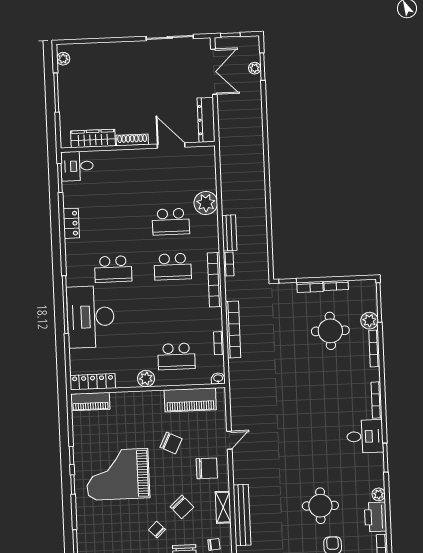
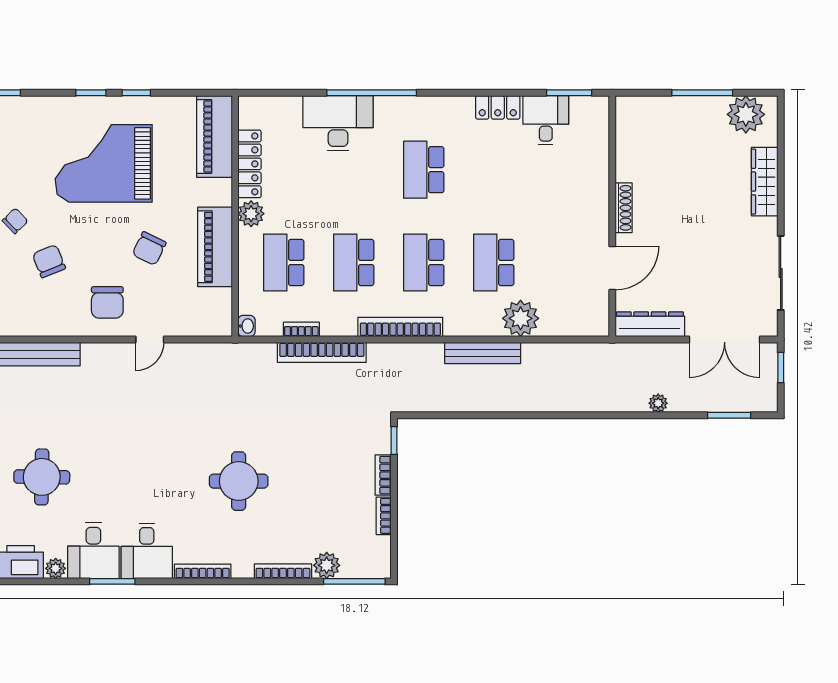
plant: (63, 59) -> (746, 114), width x1.87, depth x1.87
plant: (255, 68) -> (658, 403), moved
wardrobe: (93, 138) -> (765, 182), moved, turned 180
desk: (77, 166) -> (546, 120), moved
bench: (229, 233) -> (483, 353), width x1.36
bookcase: (229, 264) -> (424, 350), removed
school desk: (175, 311) -> (354, 262), added
desk: (91, 317) -> (338, 123), width x0.73, depth x0.77
round table: (330, 331) -> (239, 481), moved
locker: (93, 382) -> (250, 164), moved
piano: (190, 400) -> (215, 247), moved
piano: (90, 402) -> (214, 136), width x1.37, depth x1.33
door: (229, 440) -> (150, 339), hinge flipped
desk: (366, 471) -> (93, 551), added
grand piano: (118, 474) -> (104, 163), turned -90
chair: (182, 507) -> (49, 261), turned 110
shelving: (223, 507) -> (46, 325), removed

